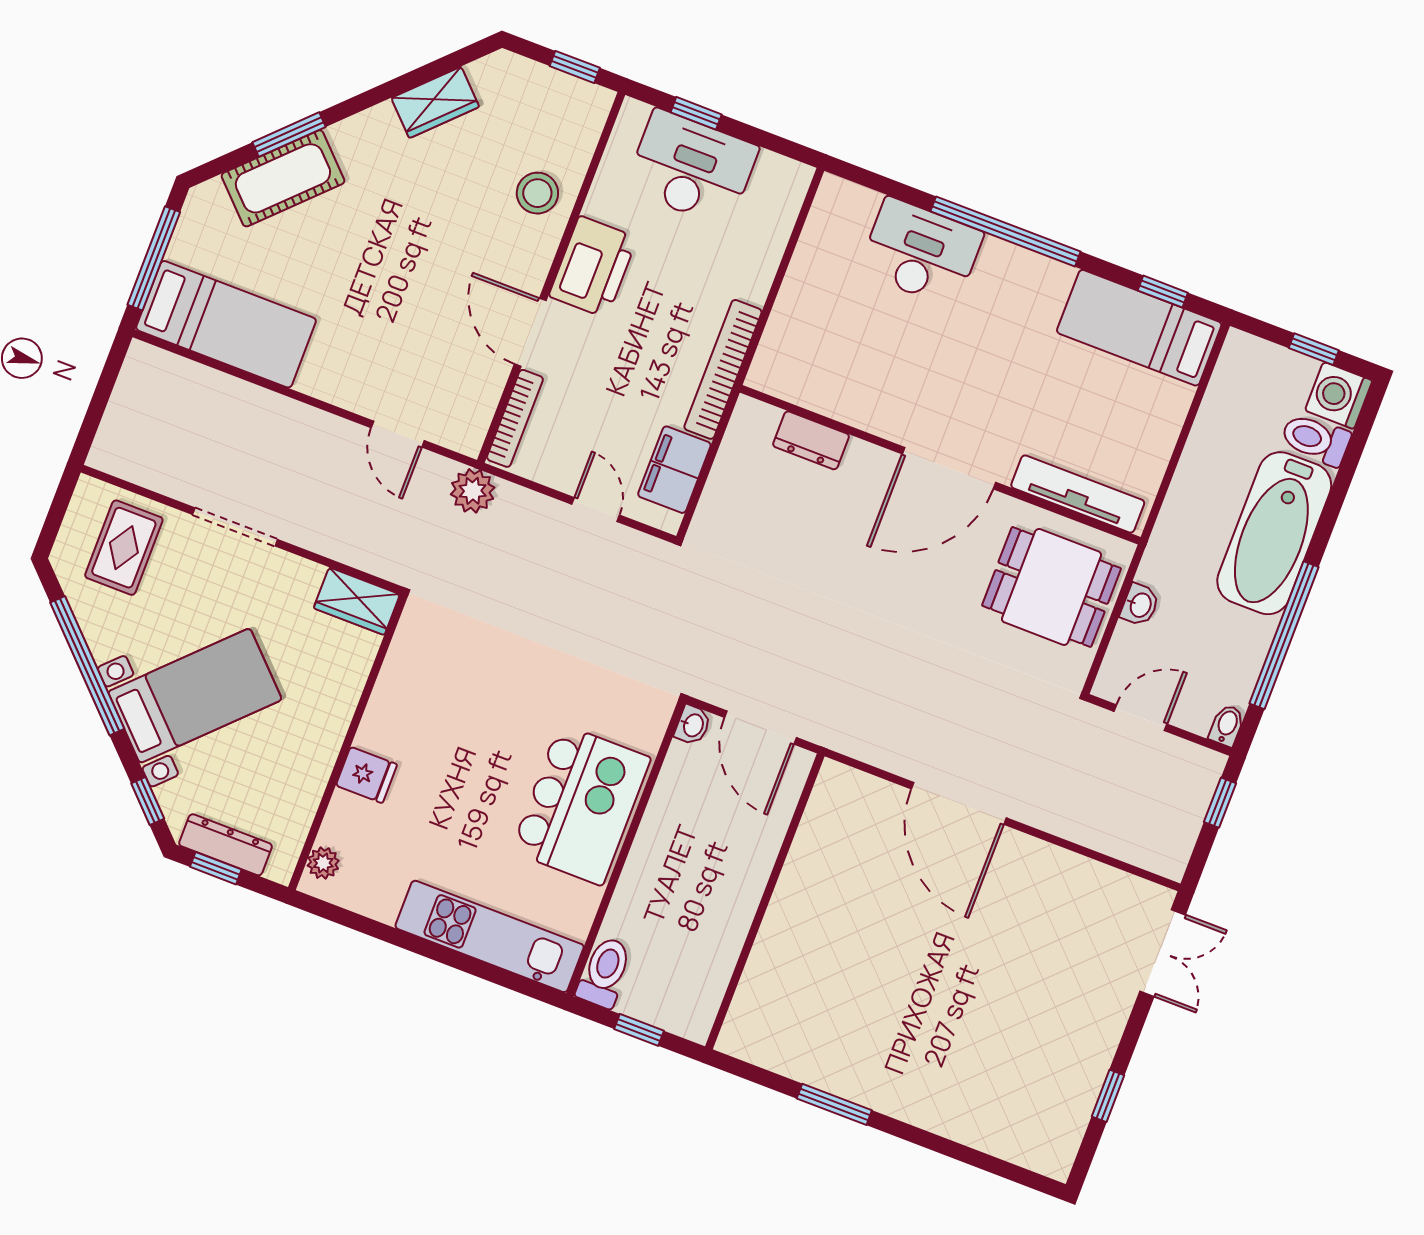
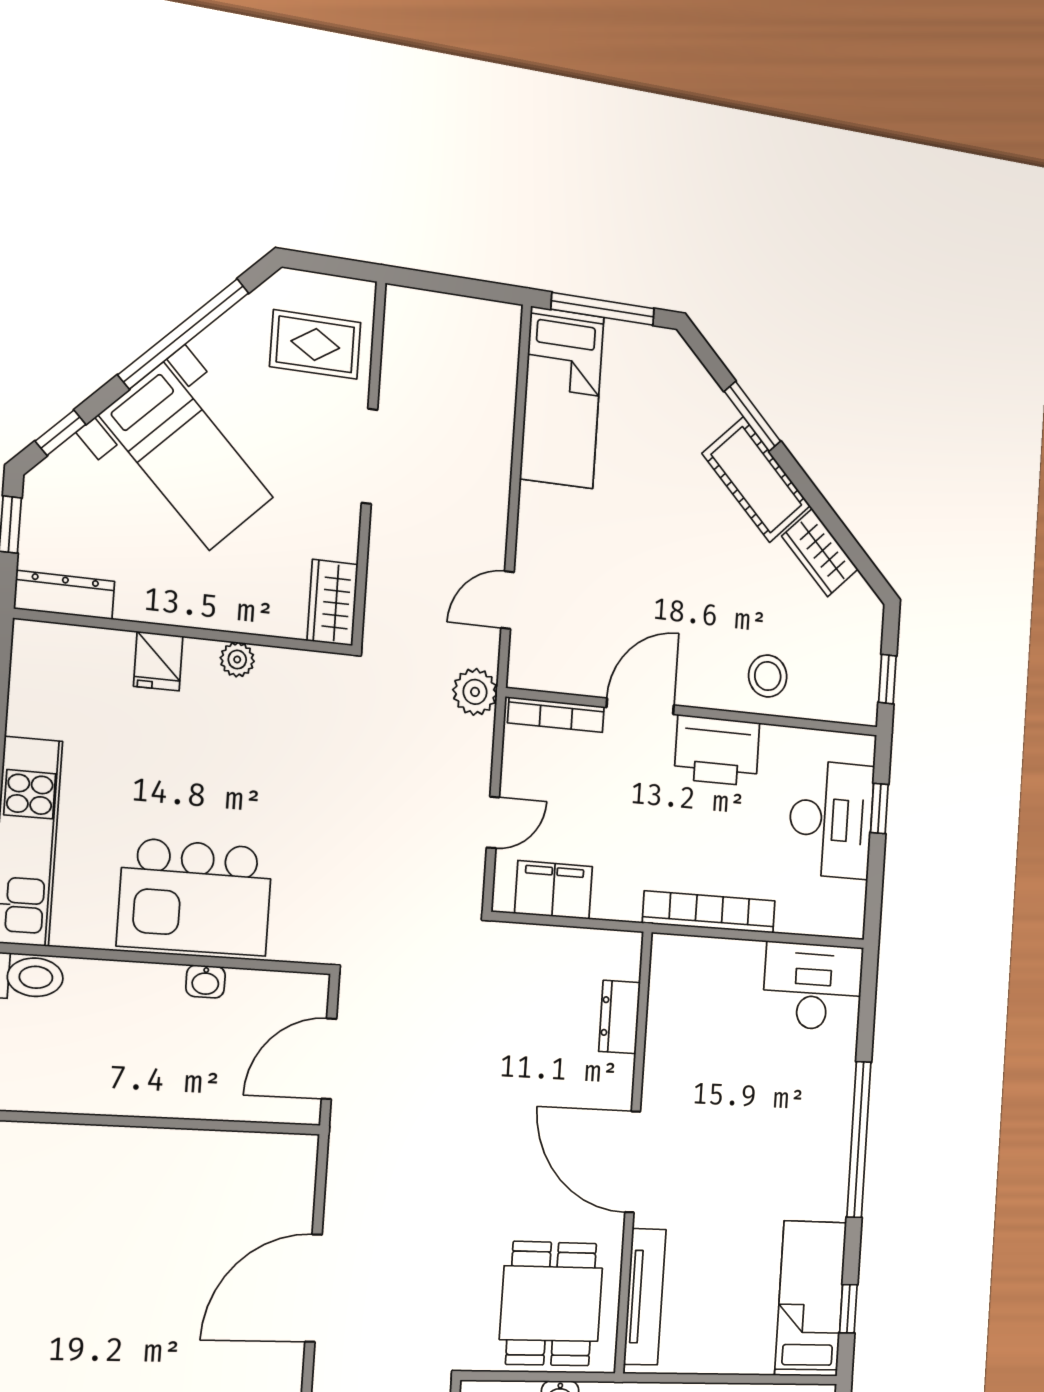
cot: (283, 178) -> (756, 480), moved
desk: (921, 252) -> (813, 986), moved, turned -90
bookcase: (723, 369) -> (709, 912), moved
washbasin: (693, 725) -> (205, 981), moved
dresser: (225, 845) -> (64, 595), moved, turned -90
plant: (323, 863) -> (237, 660), moved

